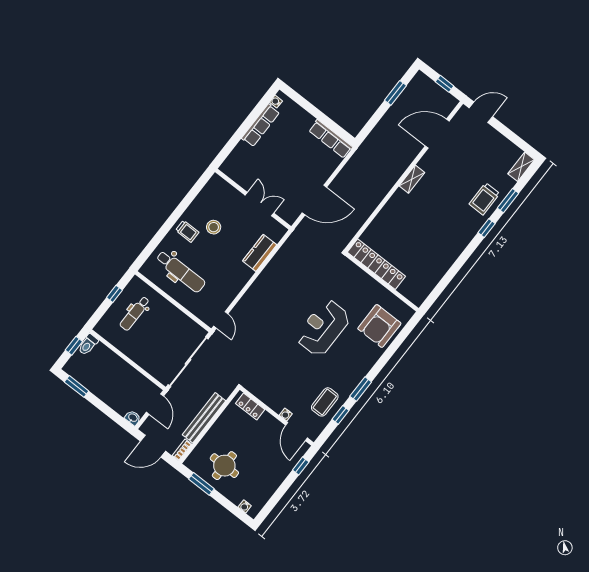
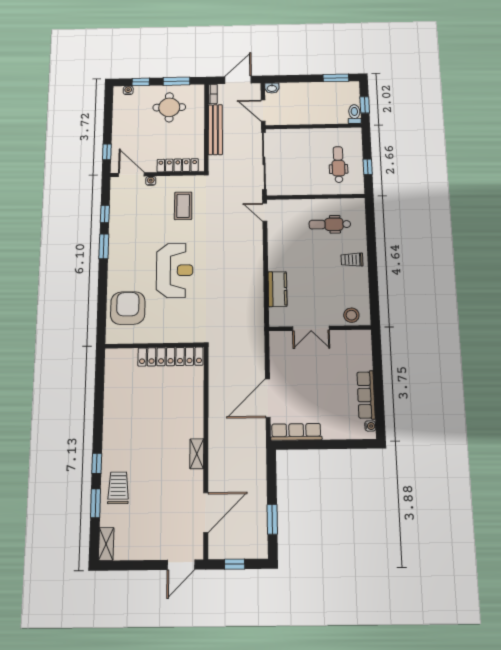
door: (314, 200) -> (268, 398), moved
stool: (214, 227) -> (351, 315), moved
dental chair: (181, 271) -> (330, 224), width x0.73, depth x0.72
coffee table: (325, 402) -> (183, 206), moved
locker: (250, 407) -> (178, 165), width x1.53
window: (229, 506) -> (141, 82), added

